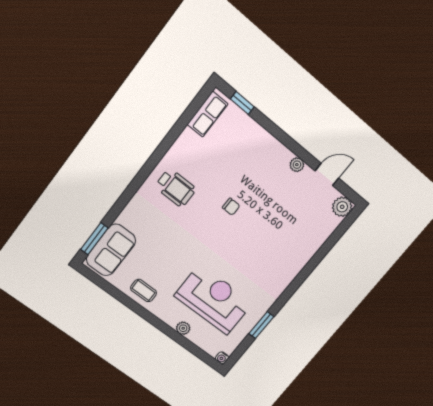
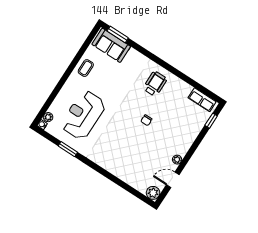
door: (327, 174) -> (173, 180), swing flipped
wheelchair: (176, 188) -> (155, 84), turned 180
reception desk: (214, 300) -> (83, 115), turned 180
plant: (183, 328) -> (48, 117), moved

